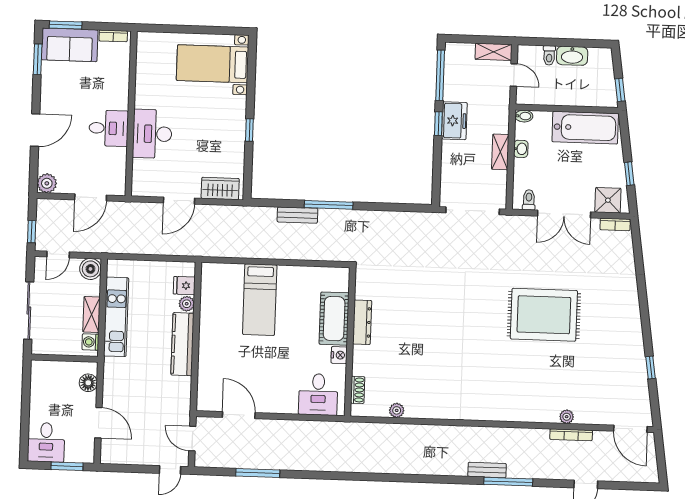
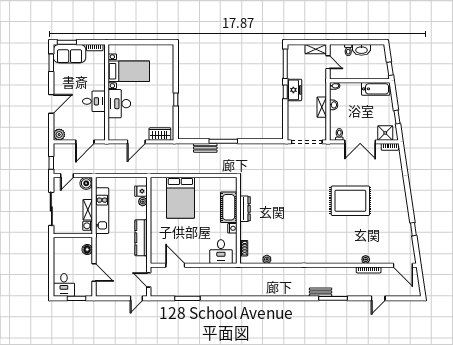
bed with nightstands: (213, 64) -> (129, 71), moved, turned 180
bathtub: (585, 128) -> (376, 89), width x0.73, depth x0.73
bed: (260, 300) -> (180, 198), width x1.50
kitchen counter: (182, 344) -> (141, 238), moved

